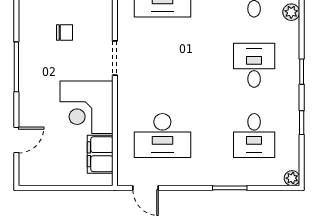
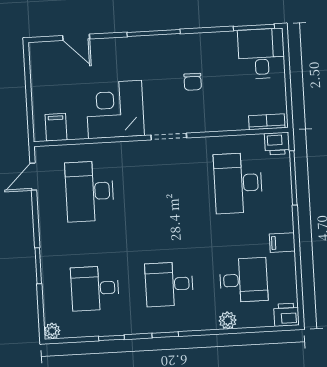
desk: (254, 65) -> (169, 284), turned 180
filing cabinet: (100, 154) -> (56, 127), width x0.50

